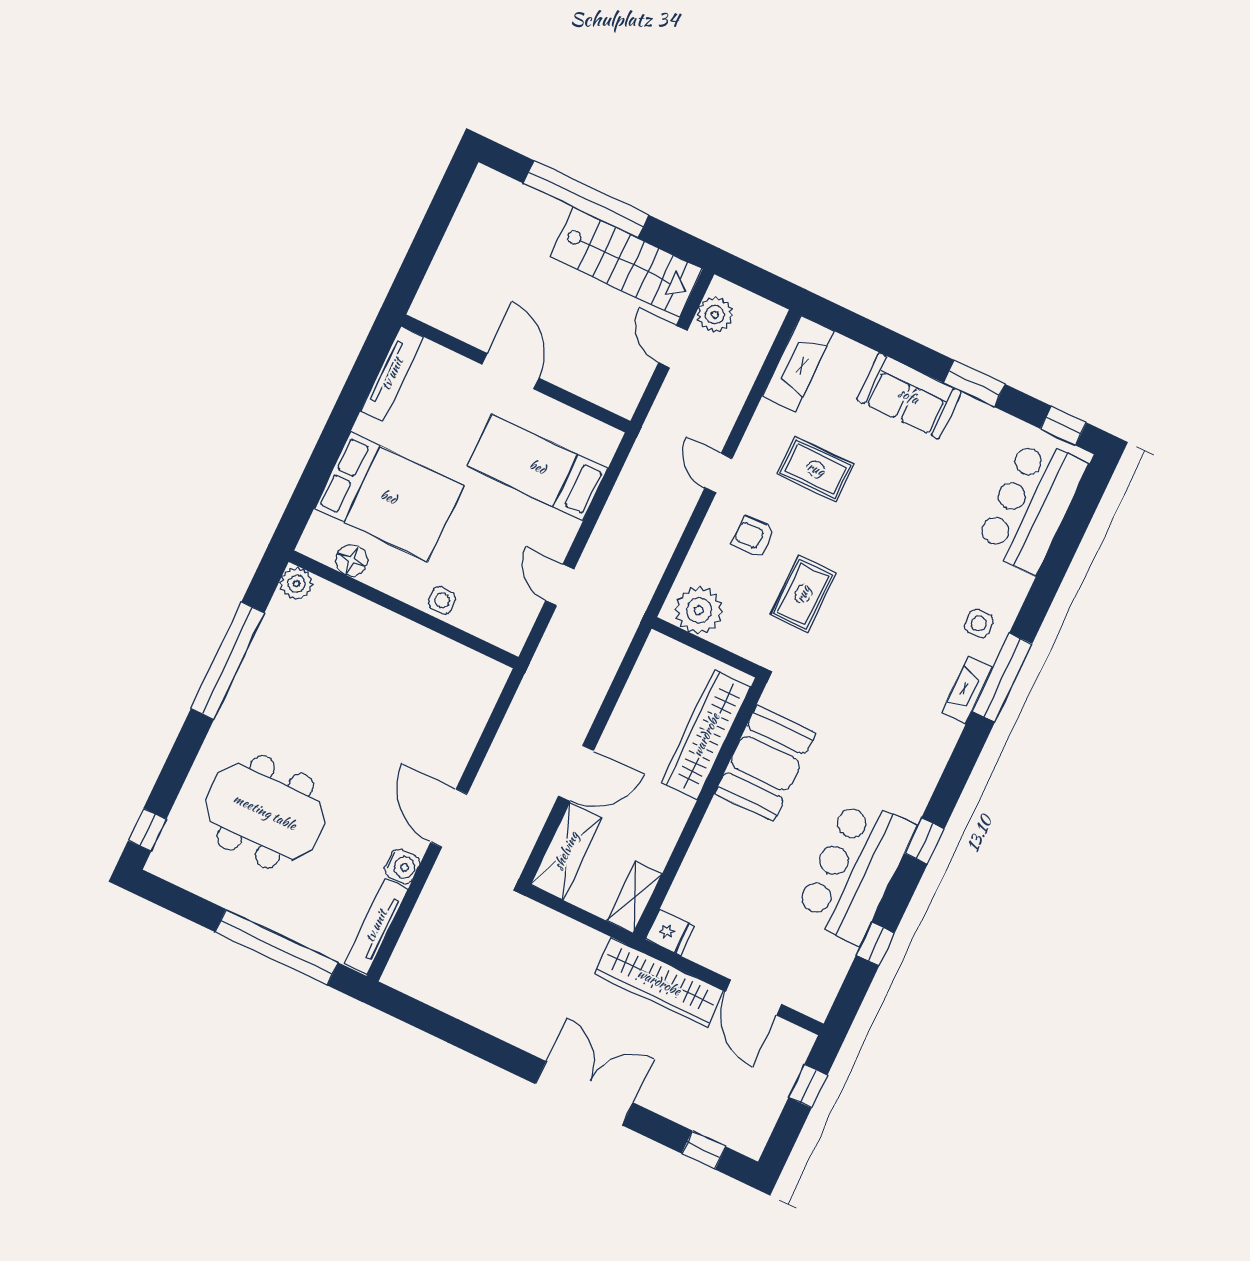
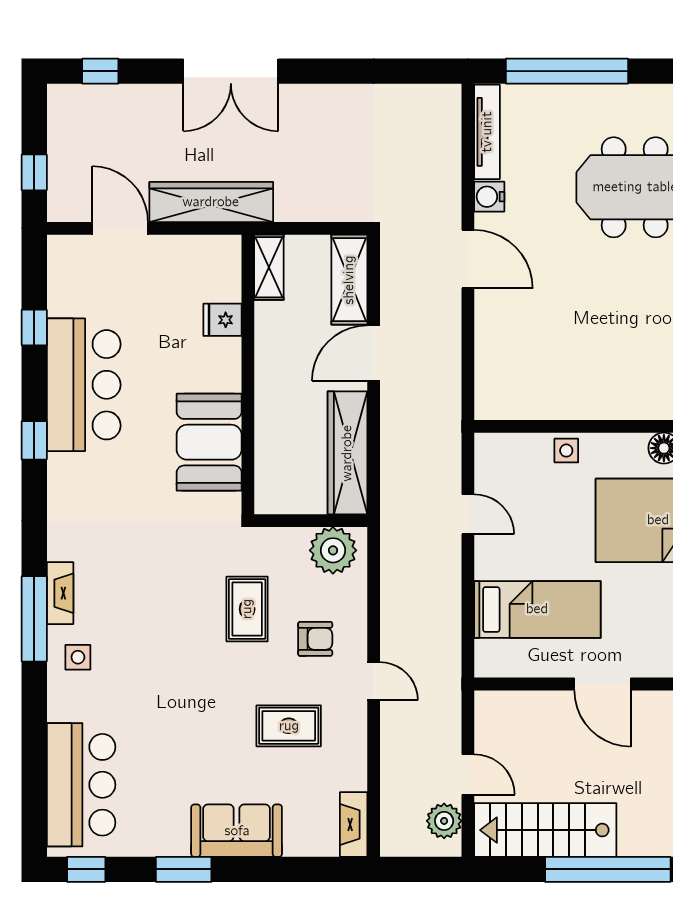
fireplace: (798, 363) -> (354, 825), width x0.73, depth x0.76
wardrobe: (706, 735) -> (347, 453), moved, turned 180
fridge: (670, 933) -> (222, 320), moved

